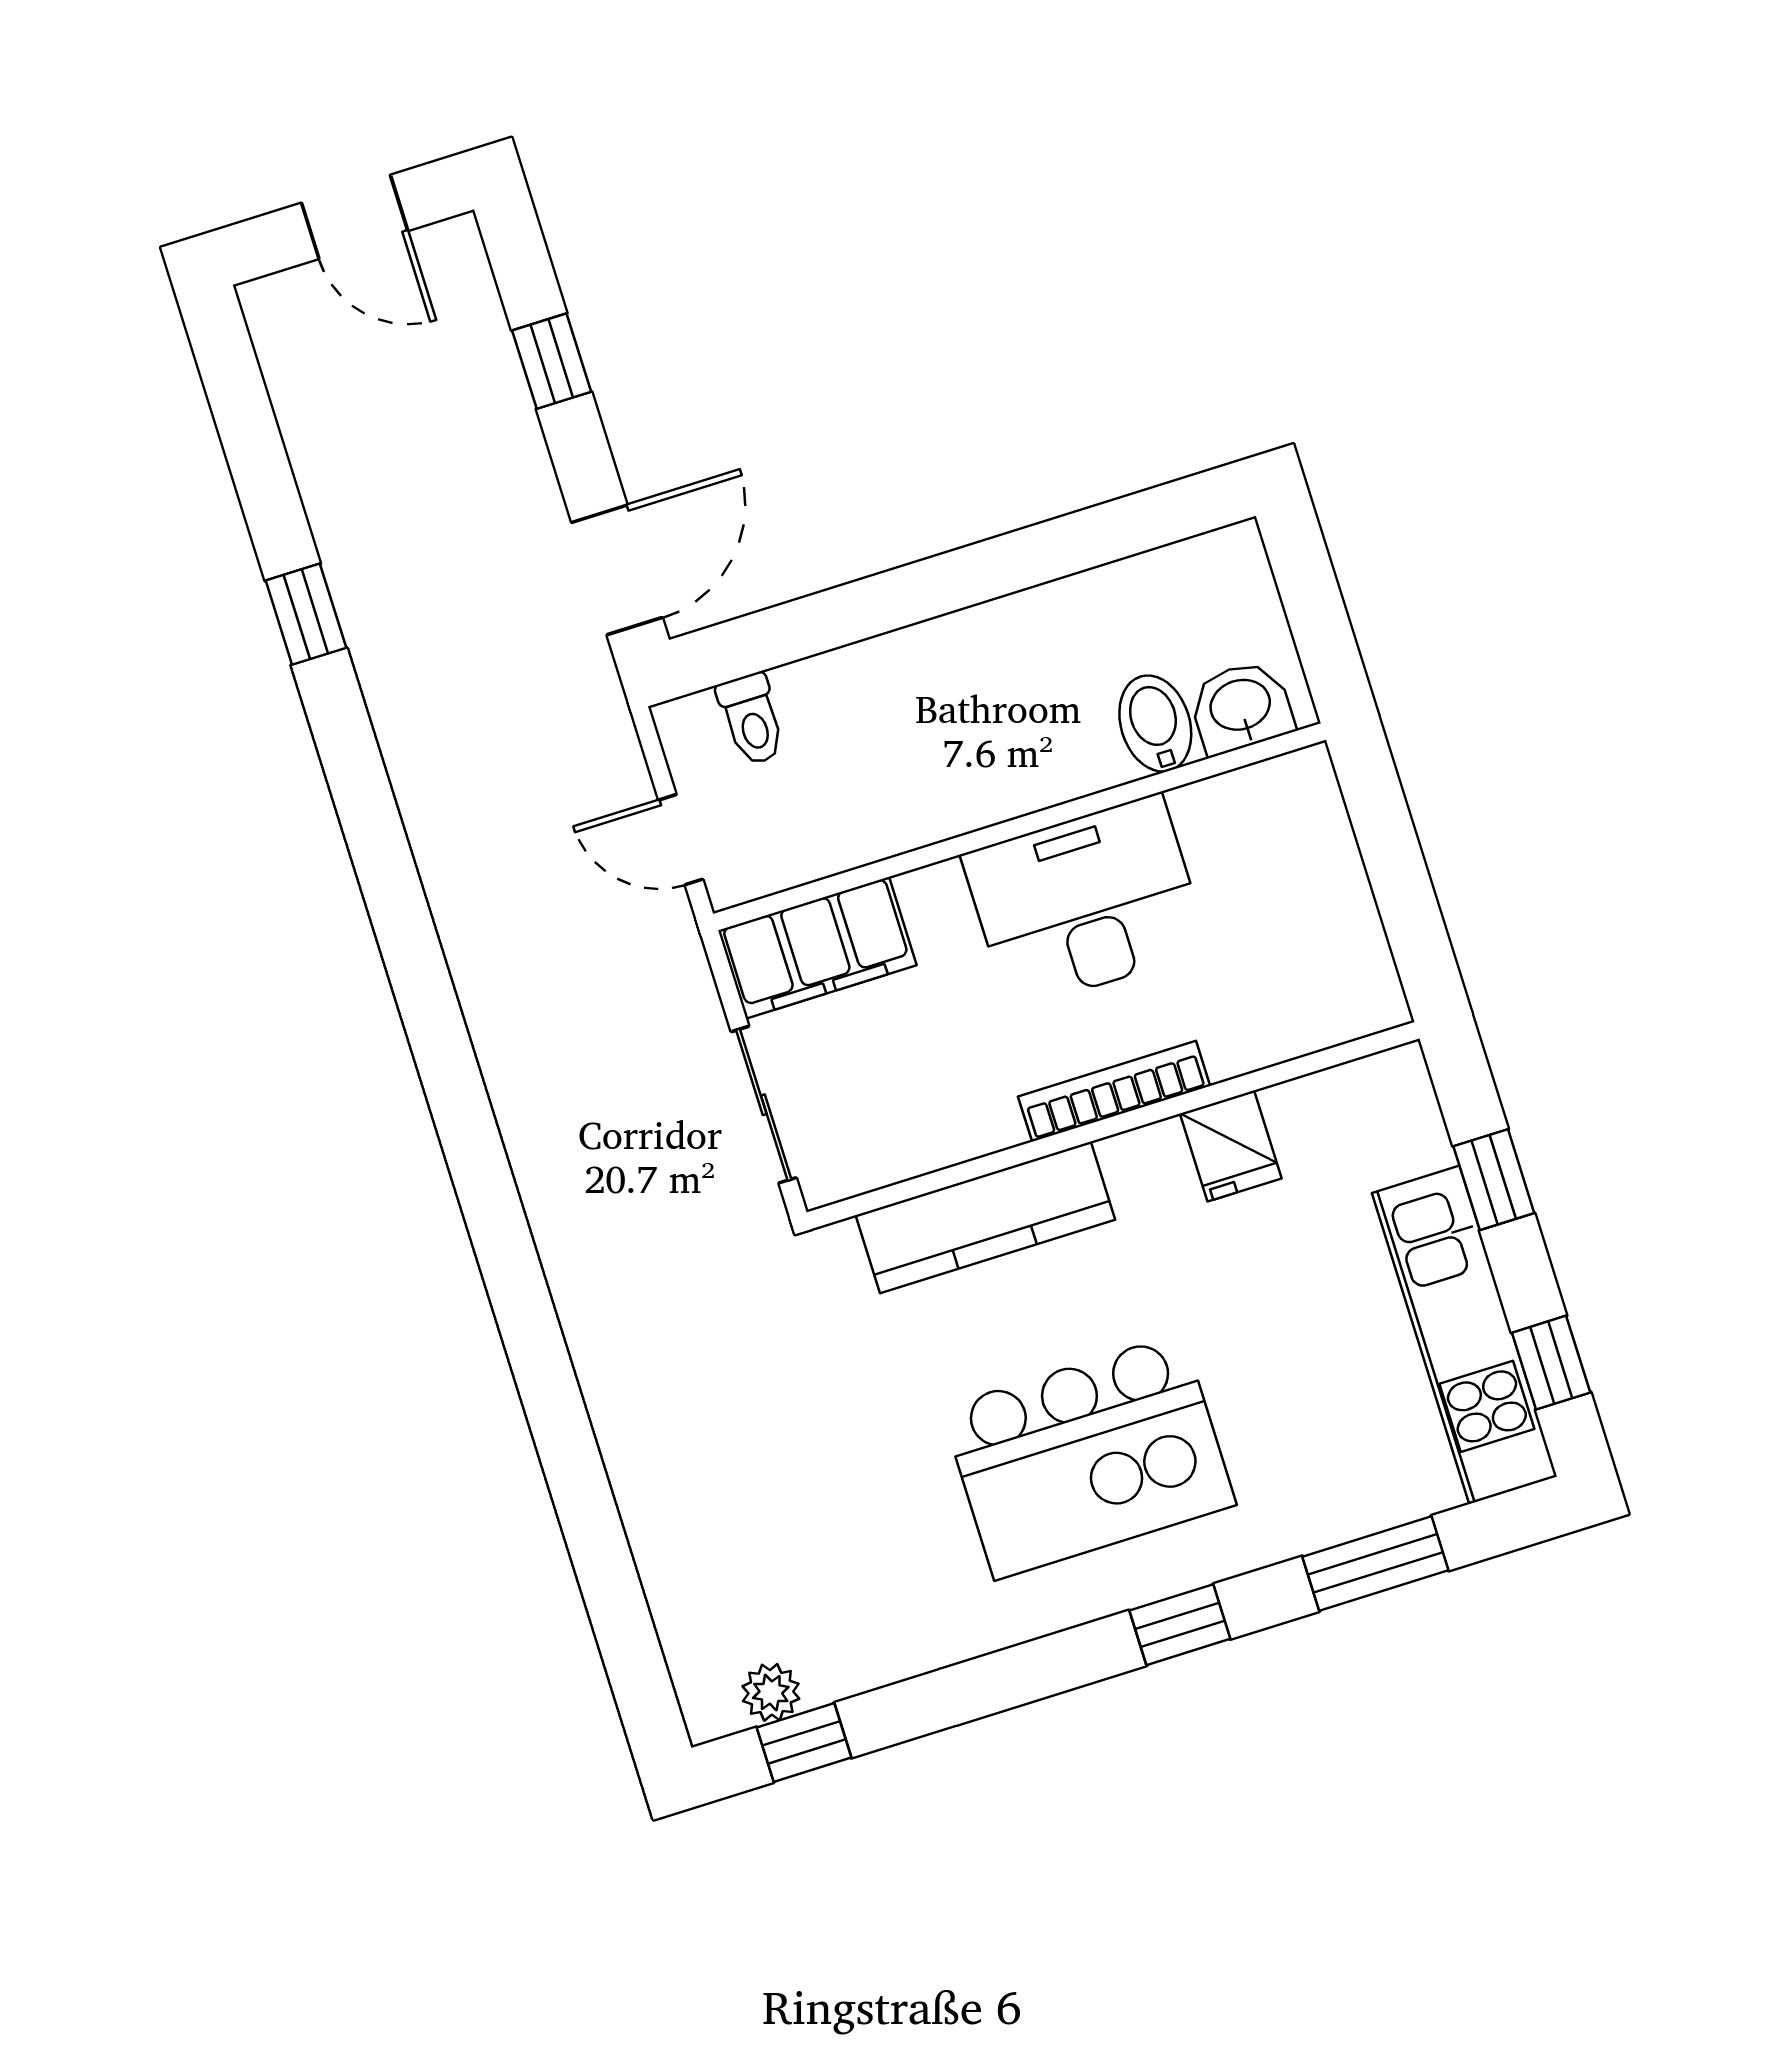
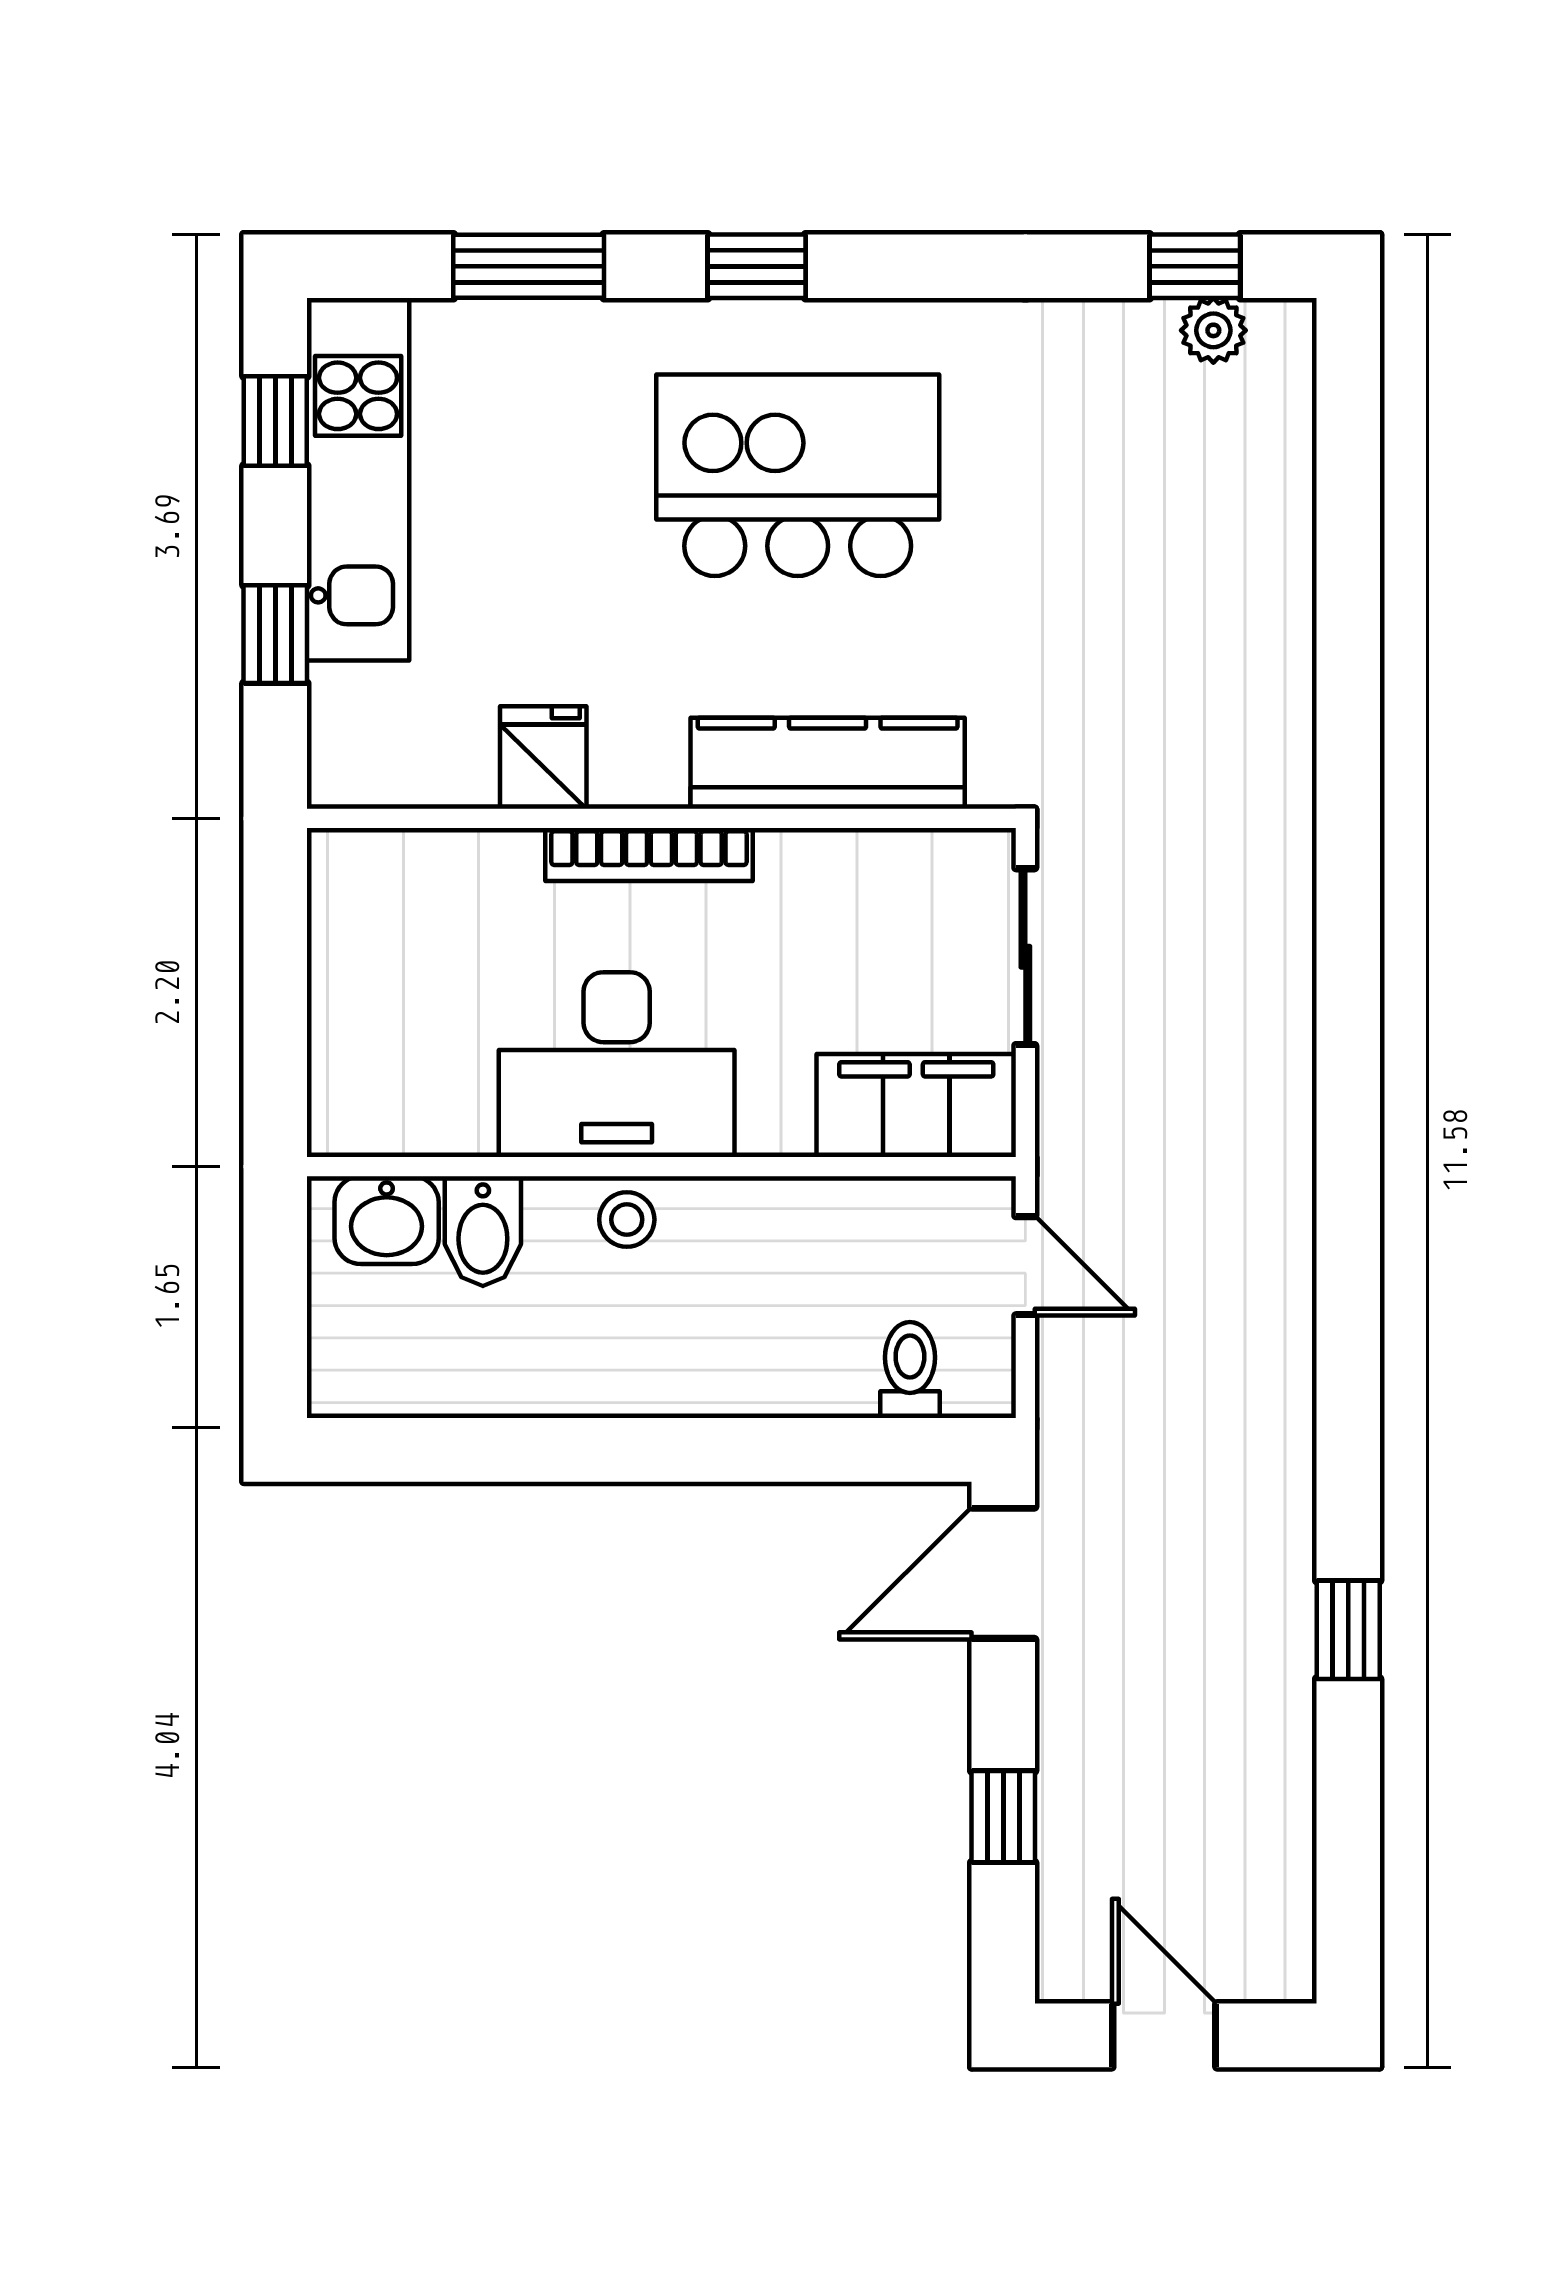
stool: (1035, 772) -> (627, 1220), added

